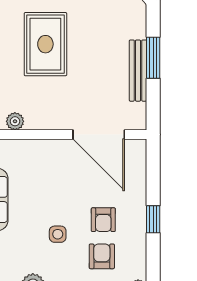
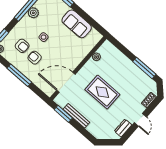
rug: (45, 44) -> (102, 92), moved
window: (153, 58) -> (63, 114), moved
window: (153, 219) -> (19, 75), width x2.17

